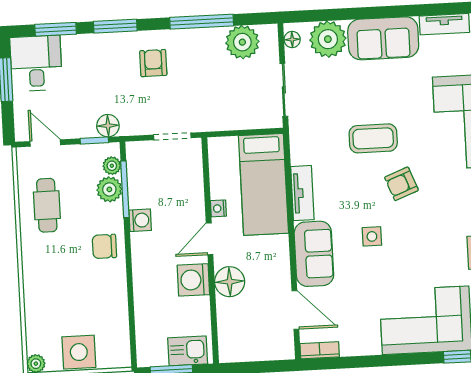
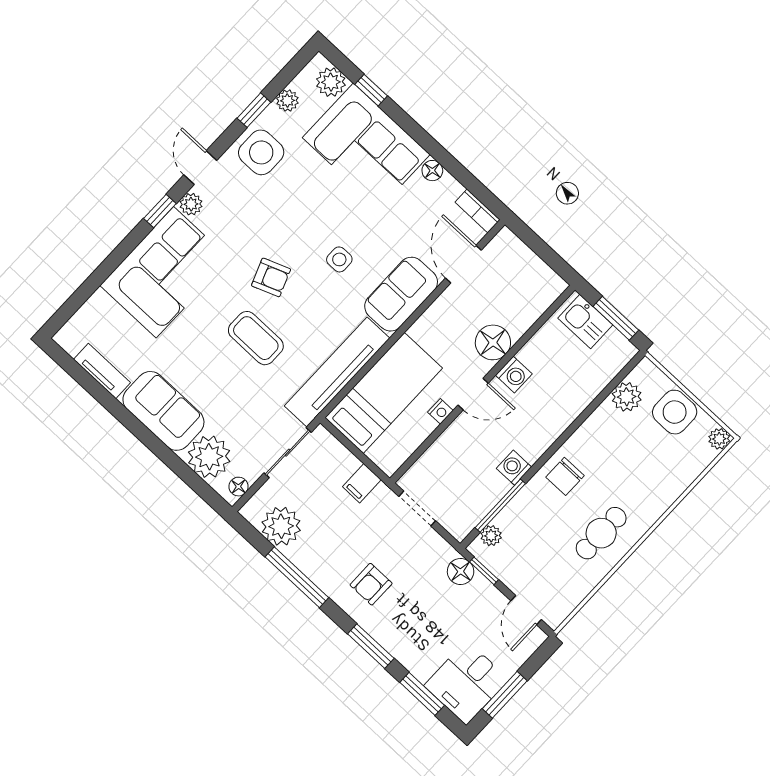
filing cabinet: (221, 117) -> (362, 483), added
plant: (109, 189) -> (627, 397), moved
tv unit: (302, 193) -> (337, 372), width x1.92, depth x1.29
cafe table: (47, 205) -> (601, 533), moved
chair: (104, 246) -> (565, 476), turned 90
washing machine: (193, 280) -> (514, 375), width x0.73, depth x0.73
floor lamp: (371, 347) -> (432, 171), added

